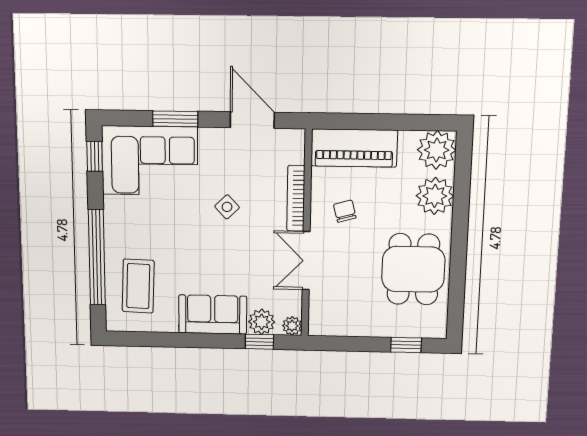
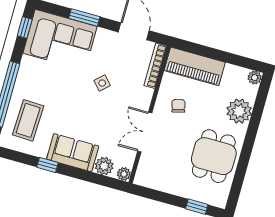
plant: (437, 150) -> (255, 77), width x0.53, depth x0.53
bookcase: (296, 198) -> (155, 66), moved
window: (259, 342) -> (48, 165), moved

